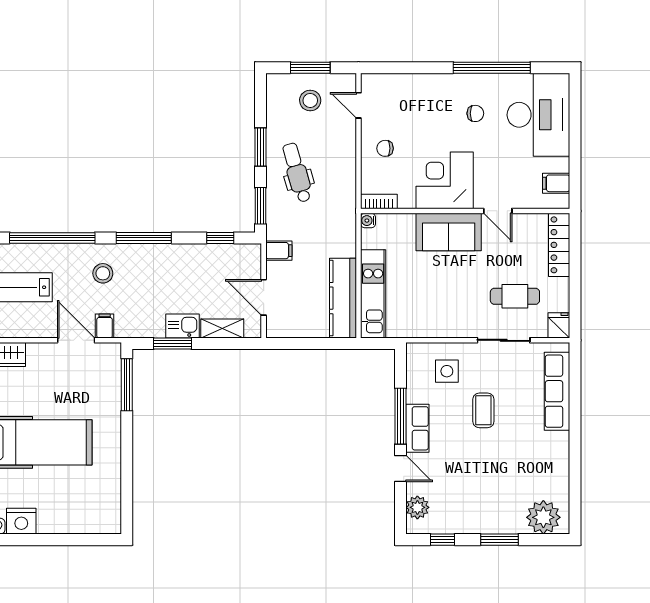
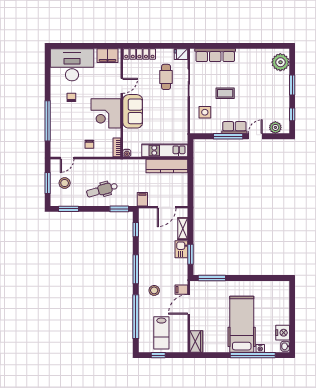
window: (492, 68) -> (48, 121), moved
window: (260, 147) -> (68, 209), moved
filing cabinet: (556, 183) -> (107, 56), width x2.00

